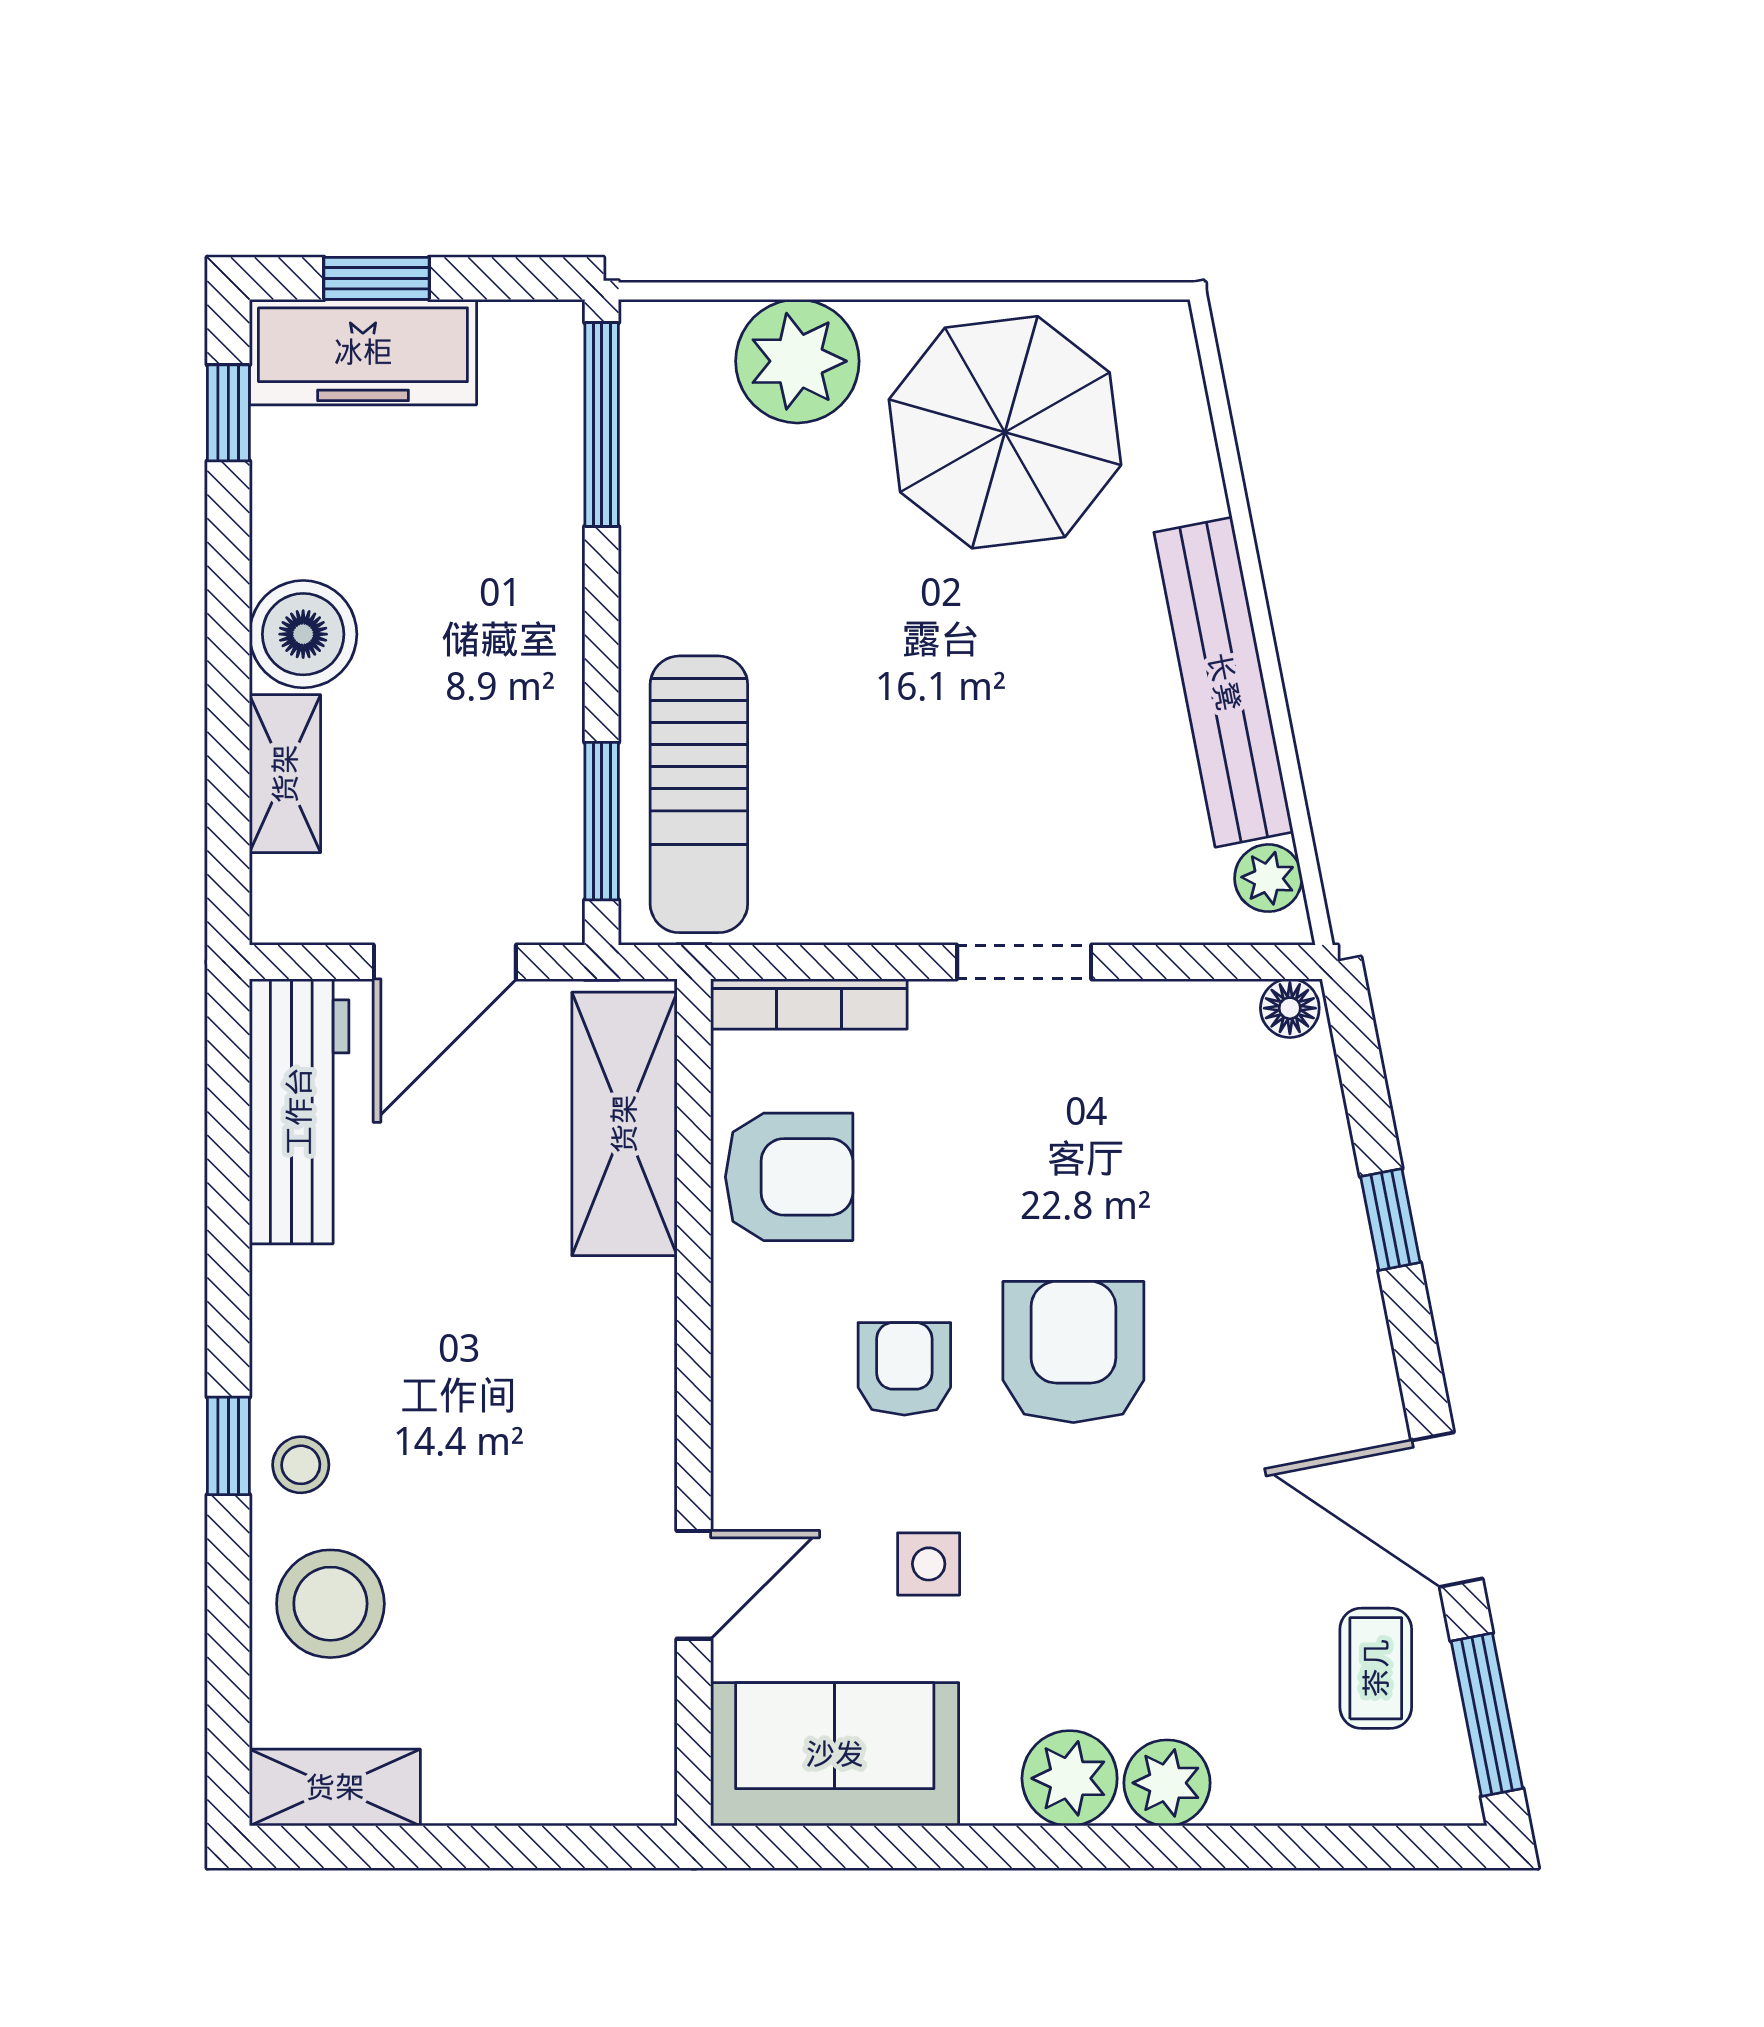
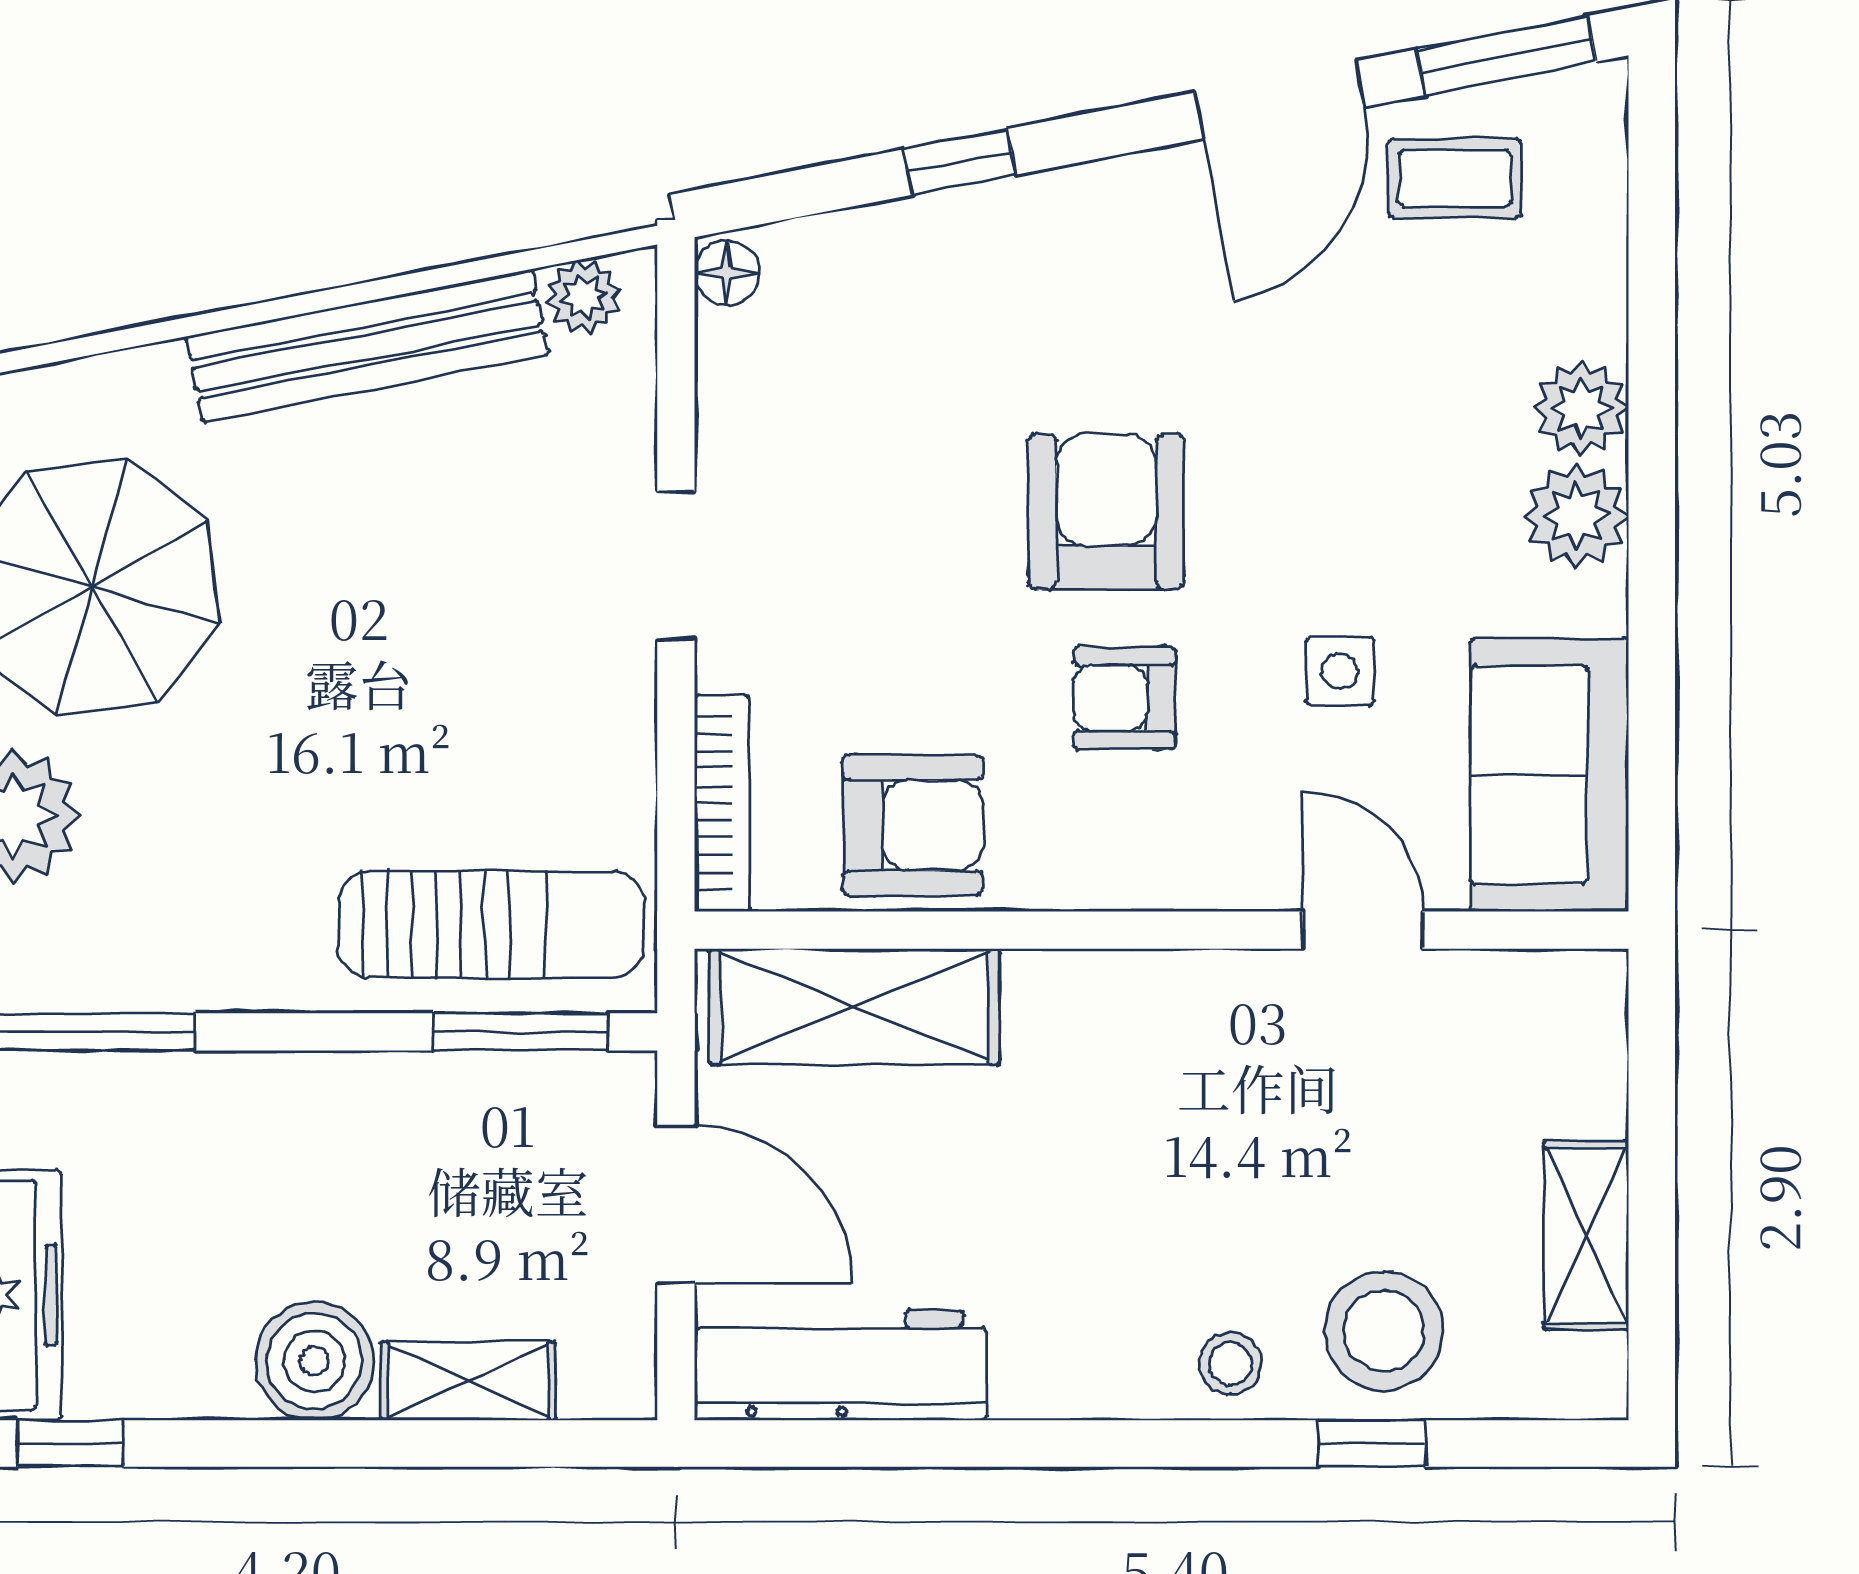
armchair: (789, 1177) -> (913, 825), turned 90
armchair: (1073, 1352) -> (1106, 512), turned 90
window: (228, 1446) -> (1372, 1443), moved
shelving: (335, 1787) -> (1586, 1235), moved

